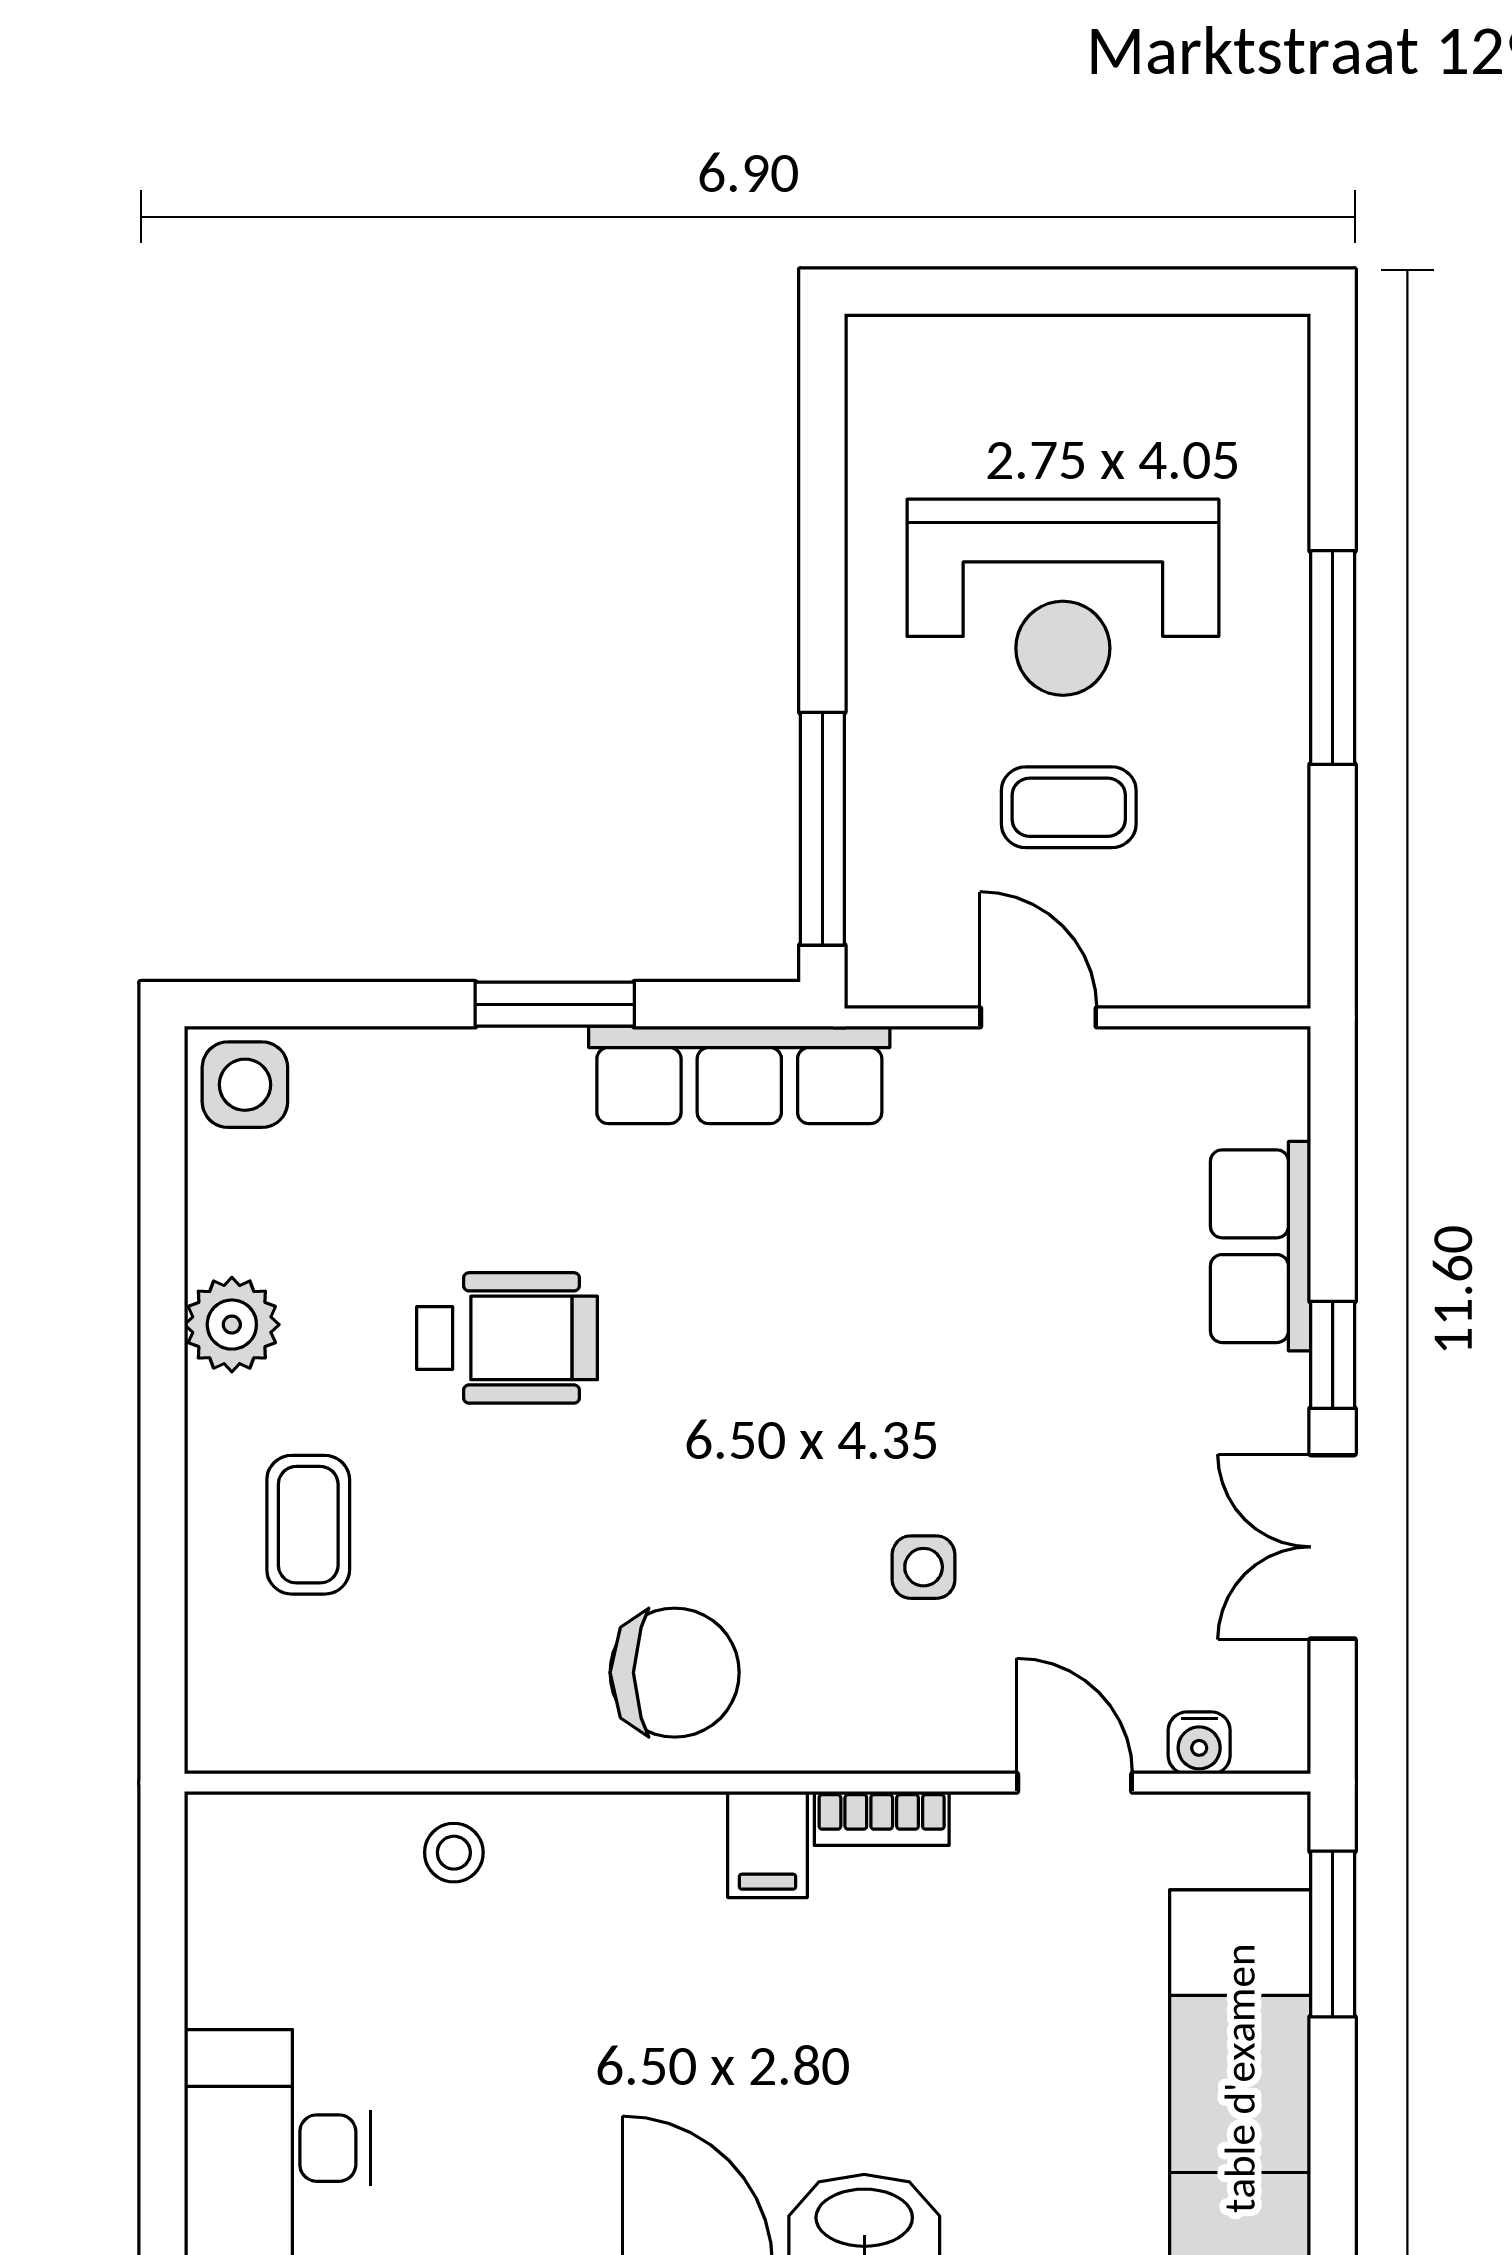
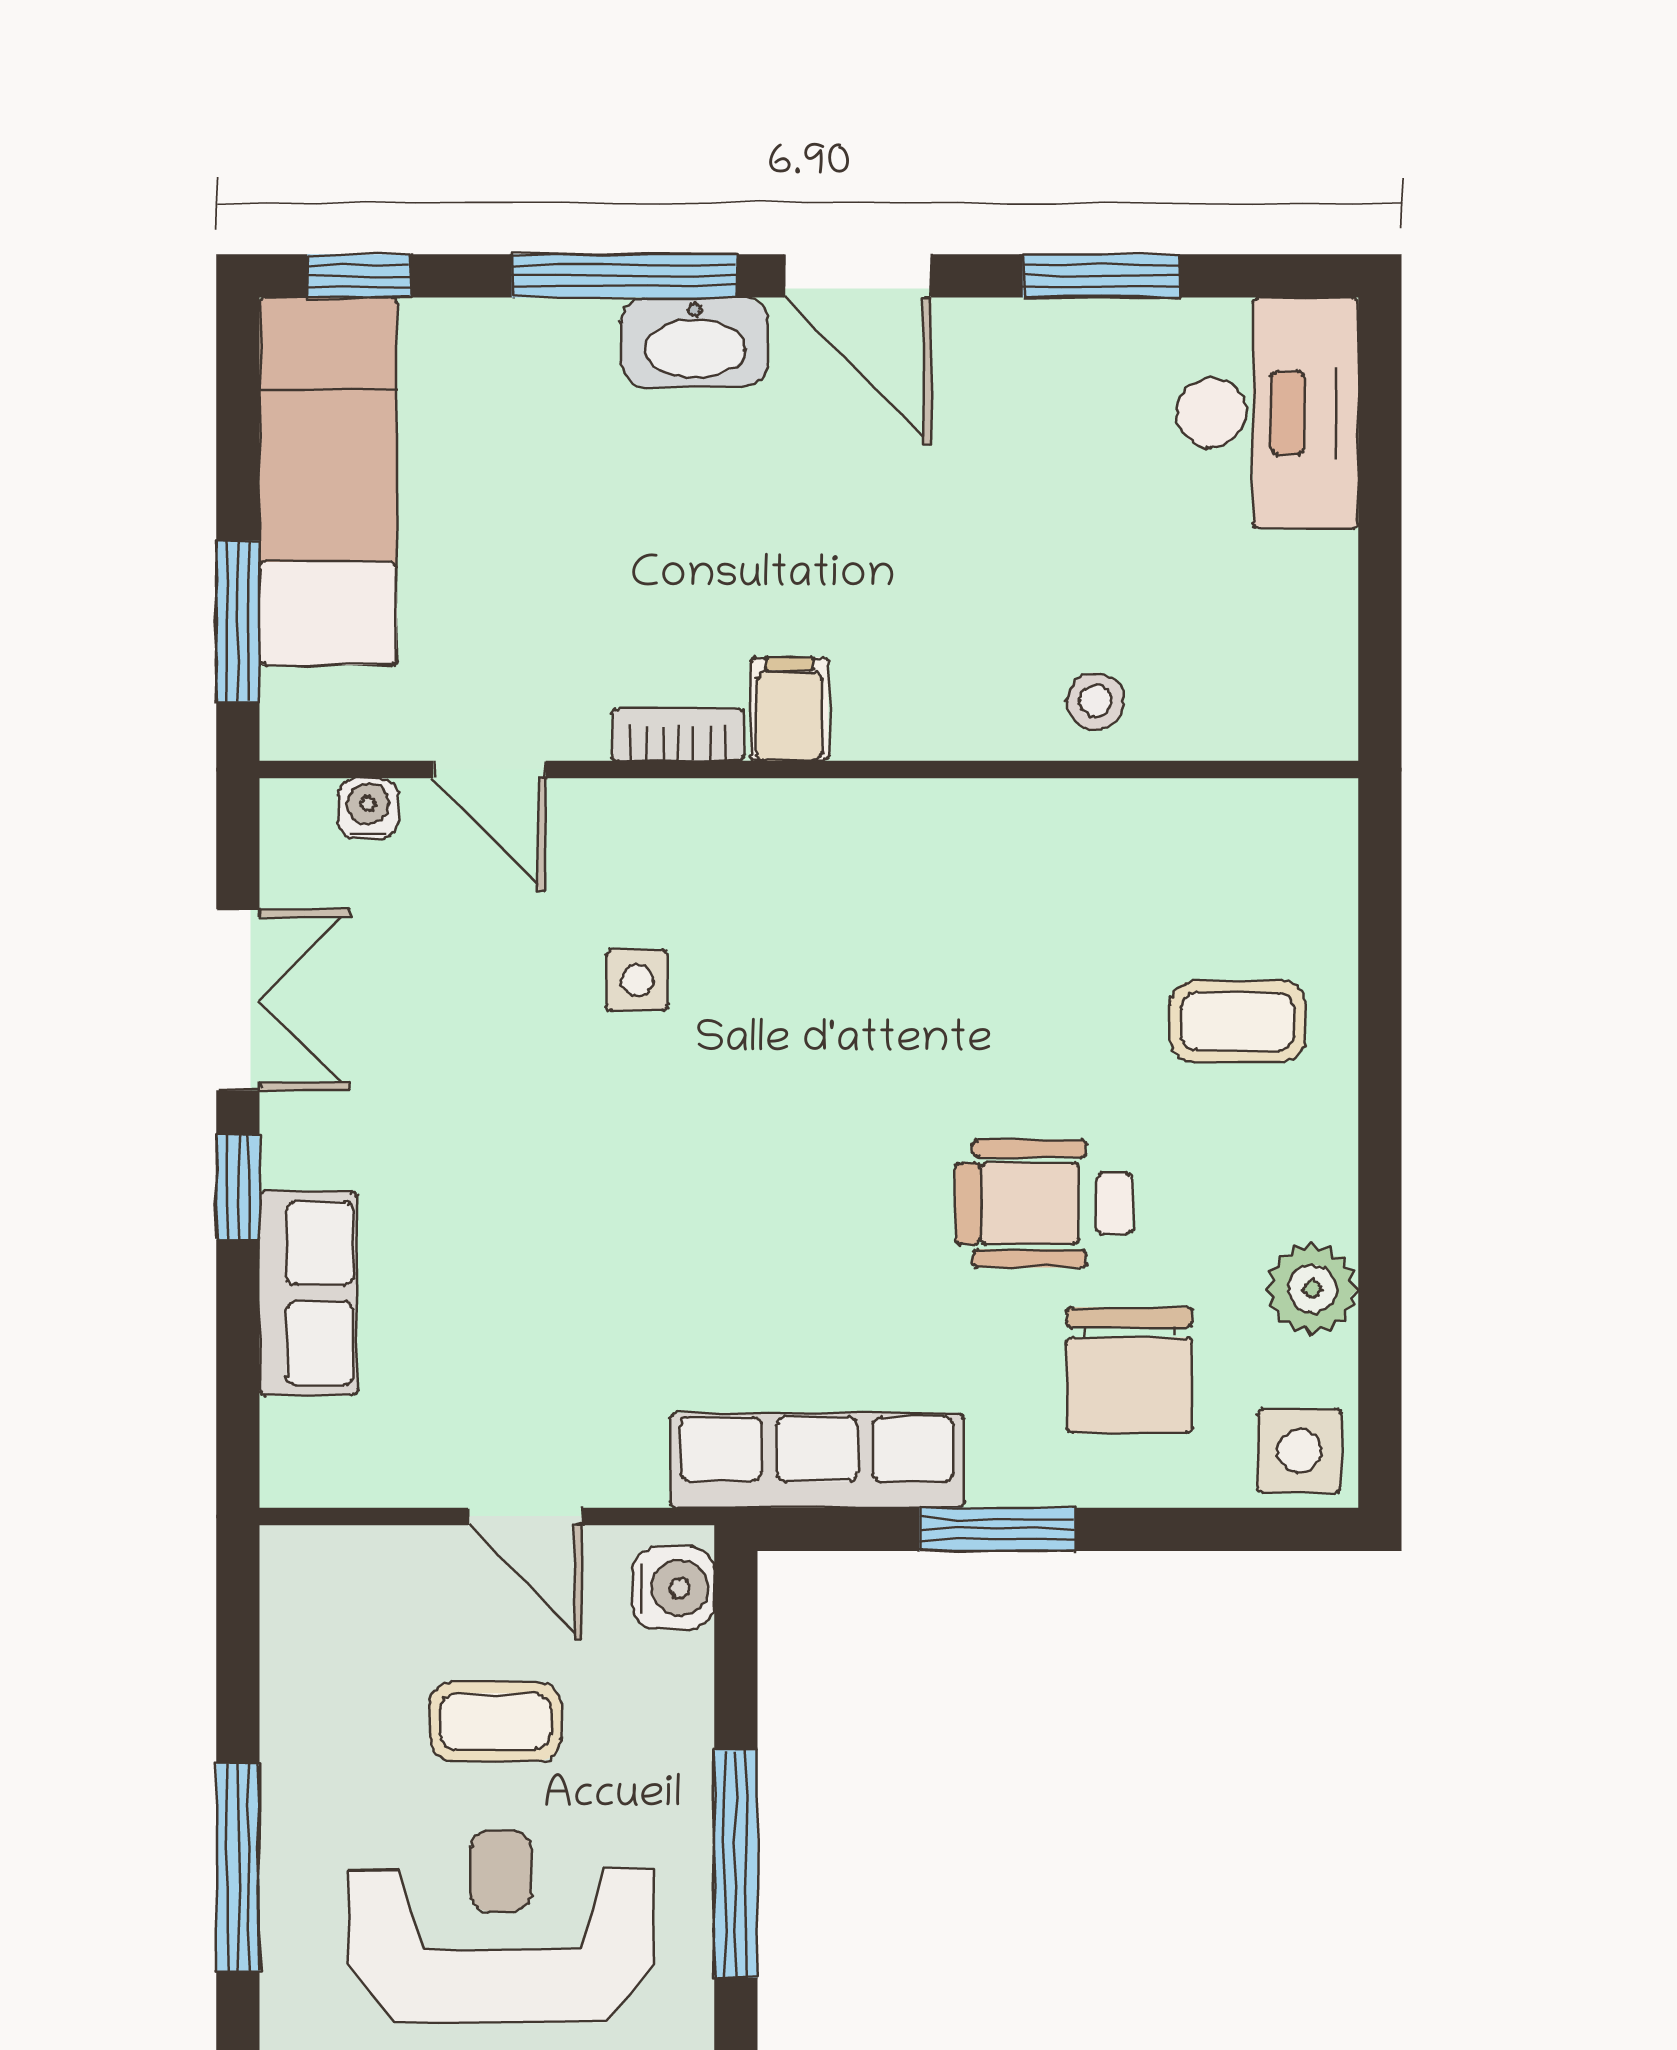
window: (822, 829) -> (736, 1864), moved
water cooler: (886, 944) -> (673, 1588), added
plant: (232, 1325) -> (1312, 1289), moved
coffee table: (308, 1525) -> (1238, 1021), turned 90
chair: (675, 1673) -> (1129, 1370), moved, turned -90

